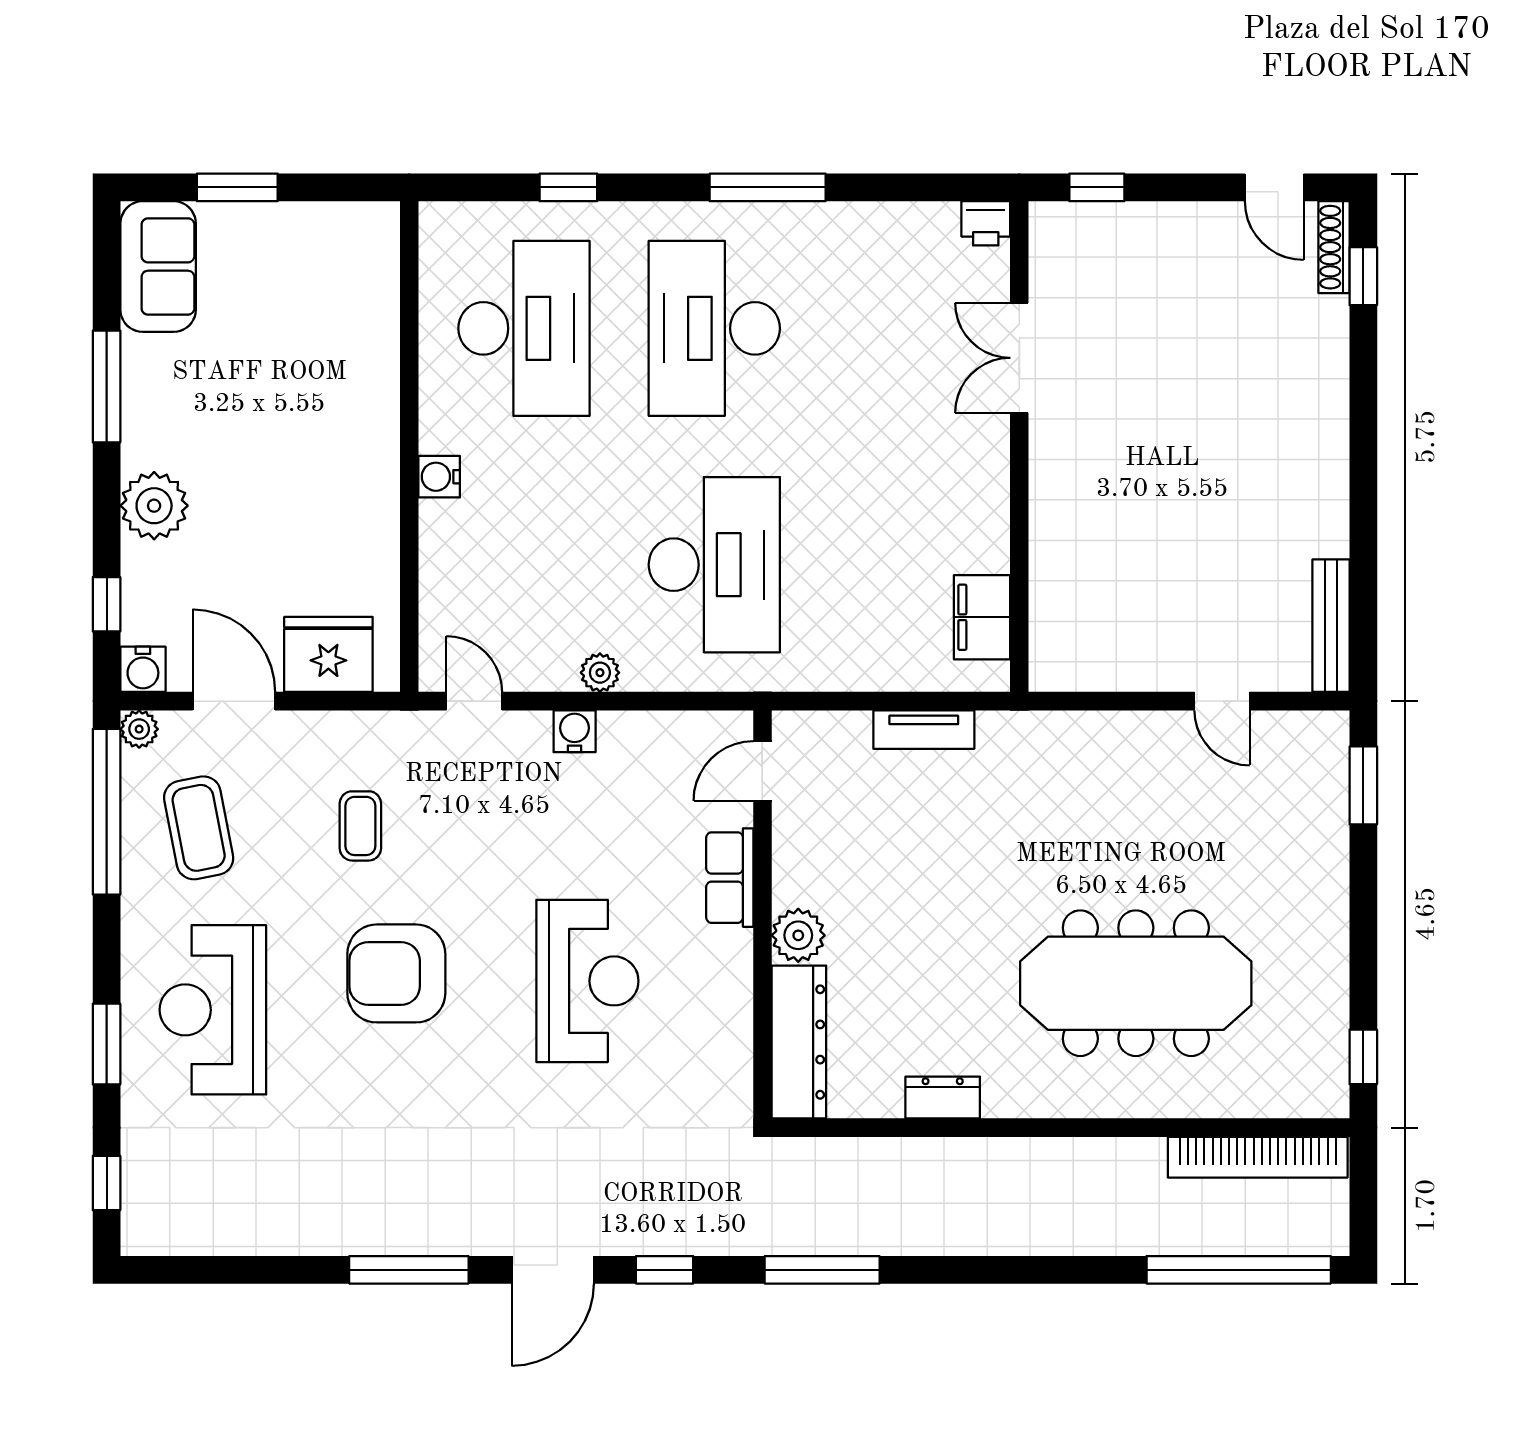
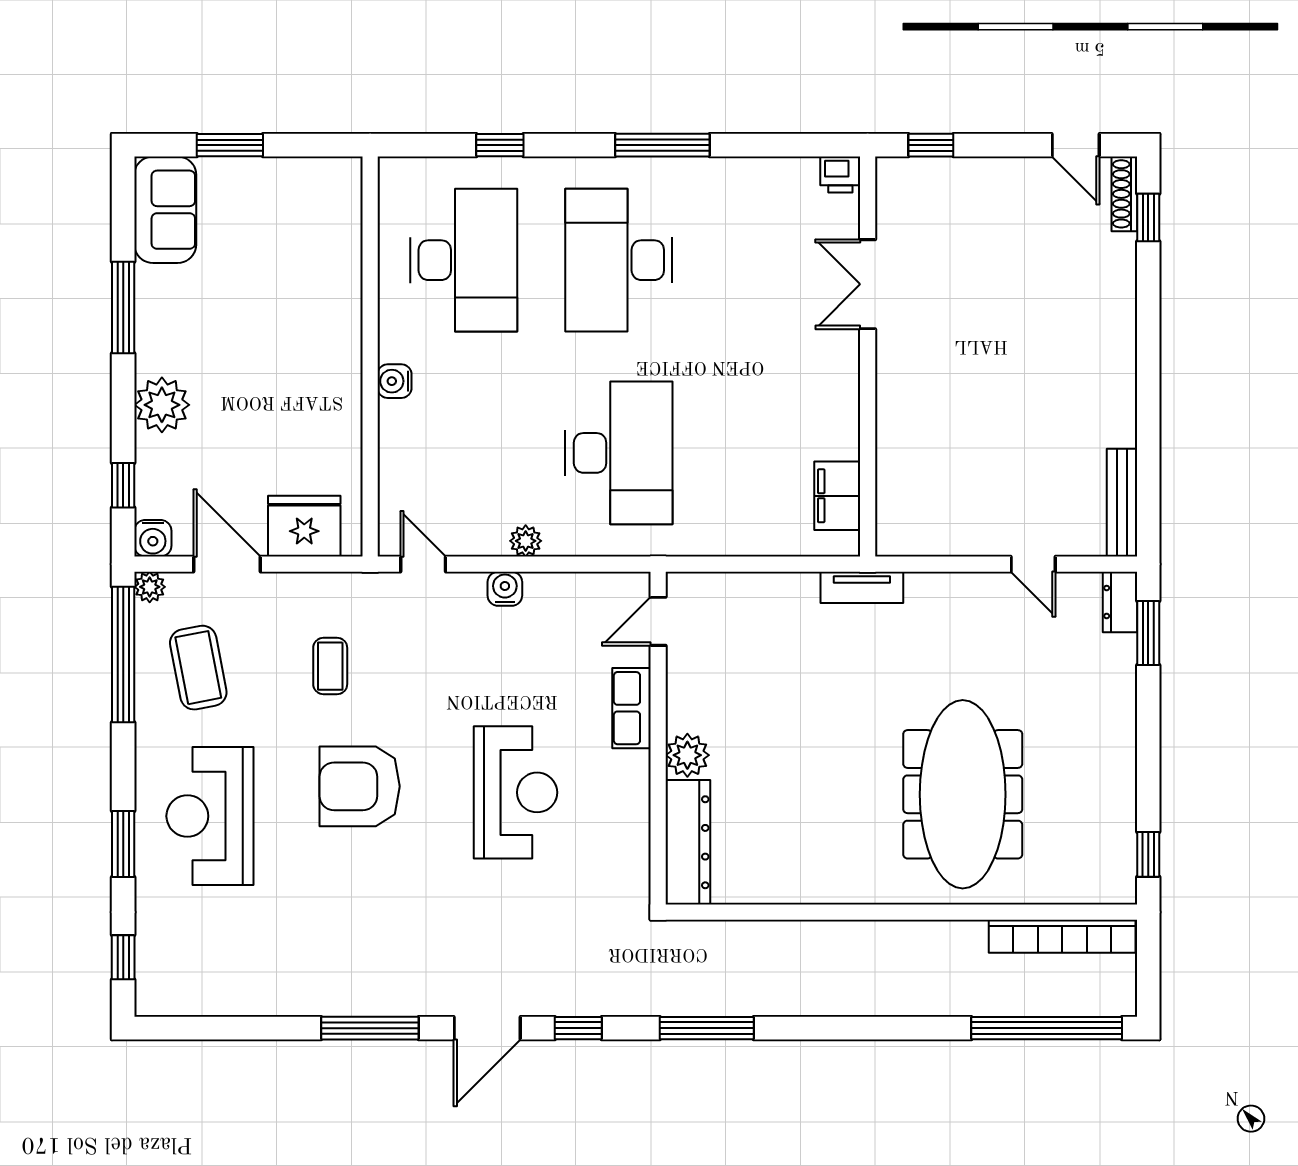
tv unit: (924, 730) -> (862, 587), moved
meeting table: (1136, 983) -> (963, 794), turned 90
dresser: (943, 1098) -> (1120, 602), moved, turned -90

